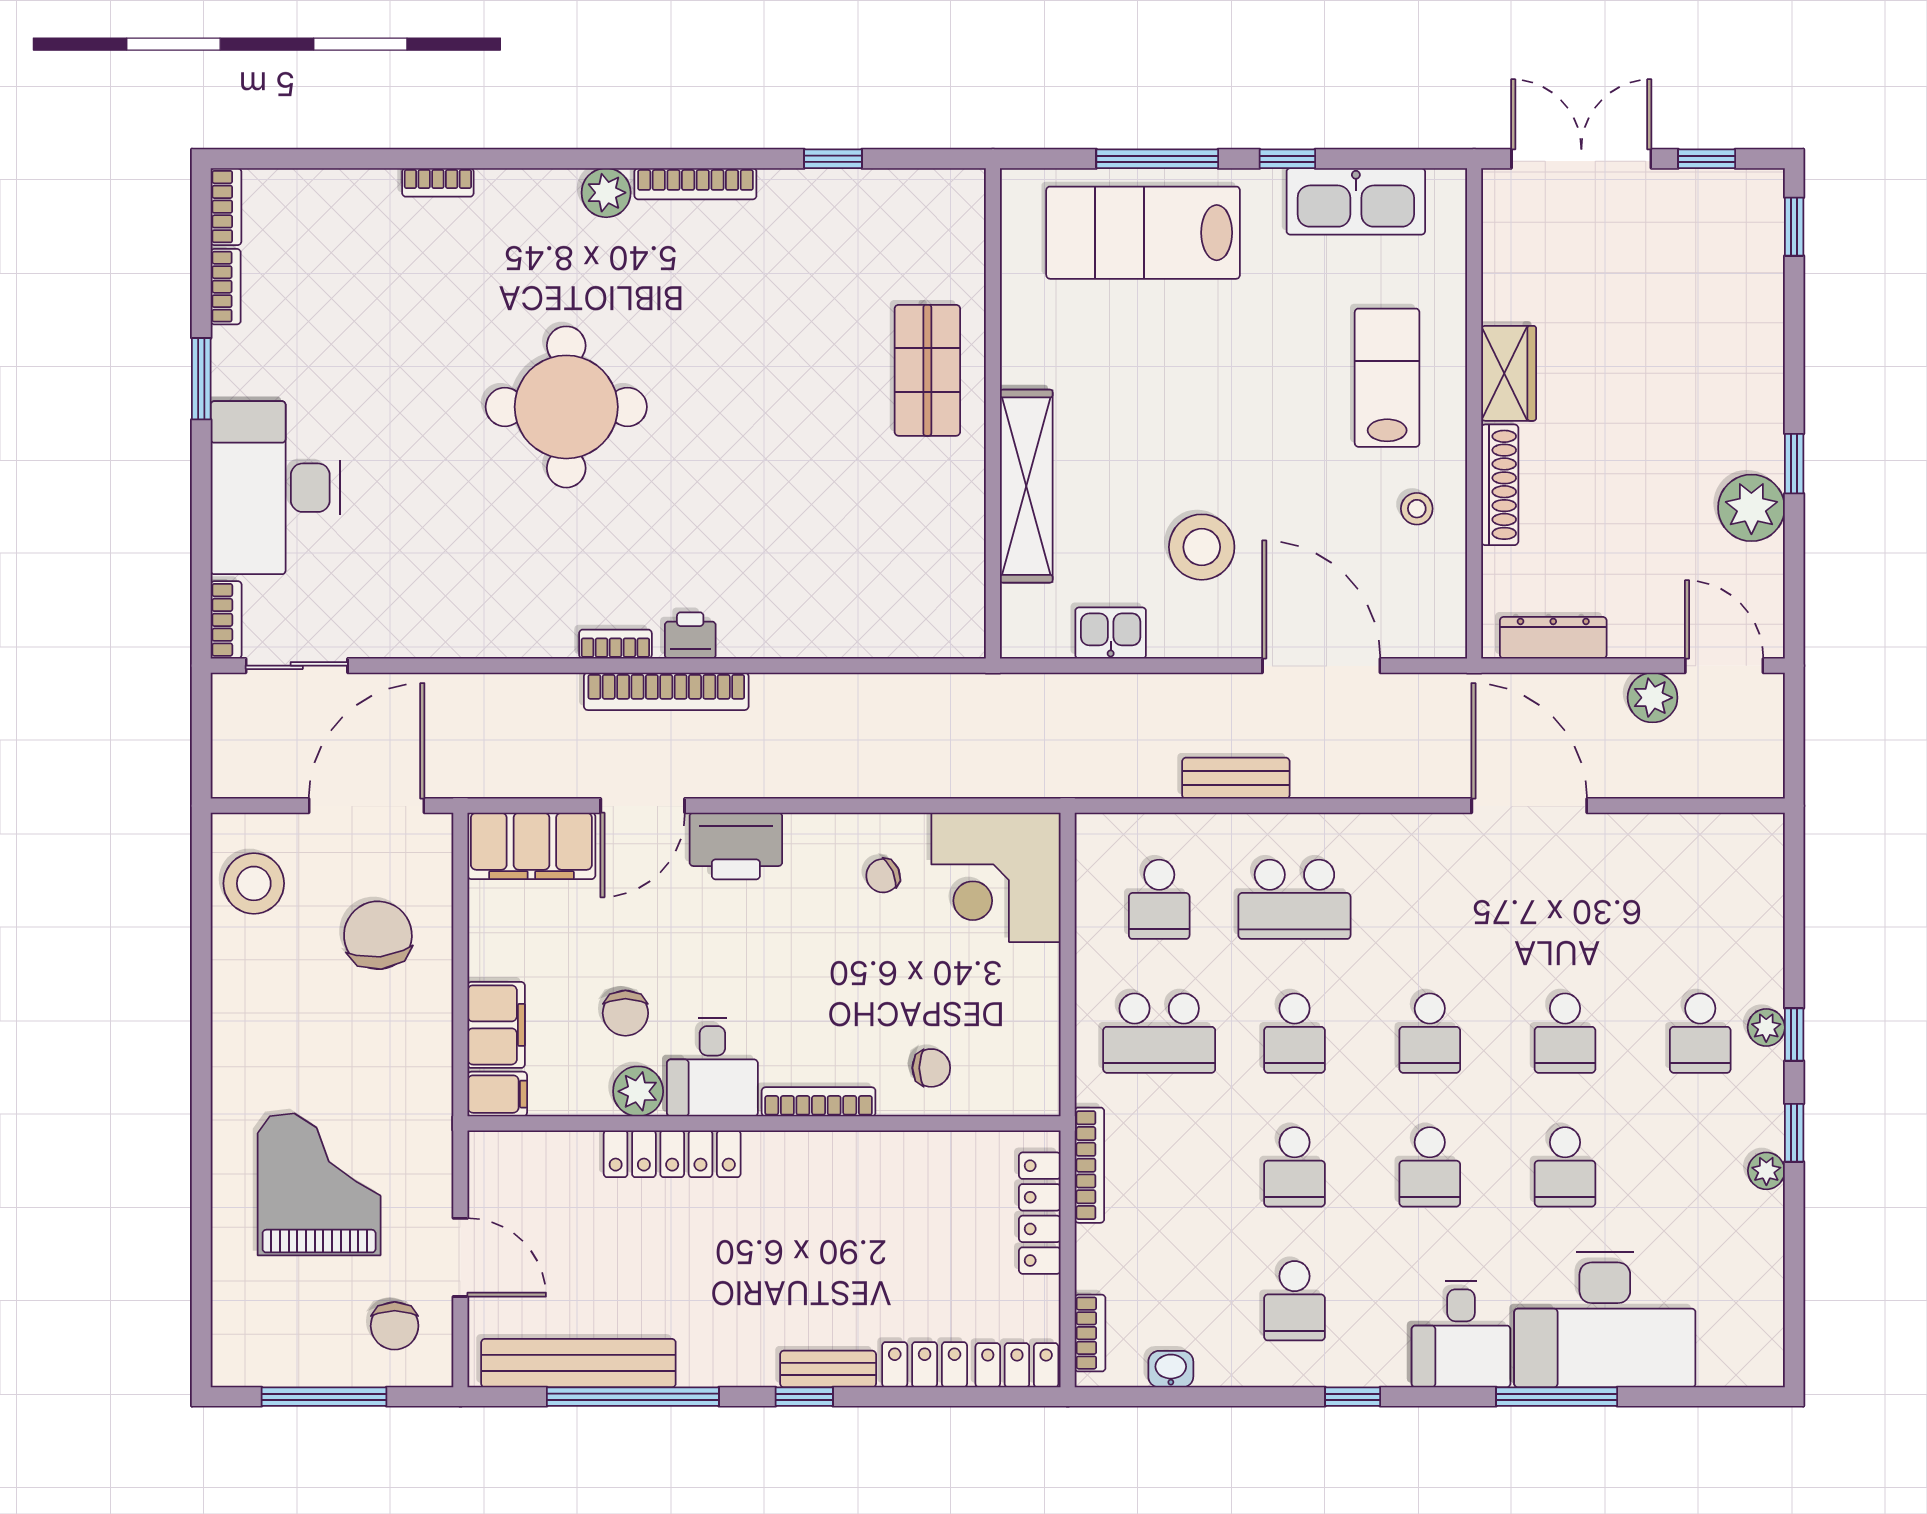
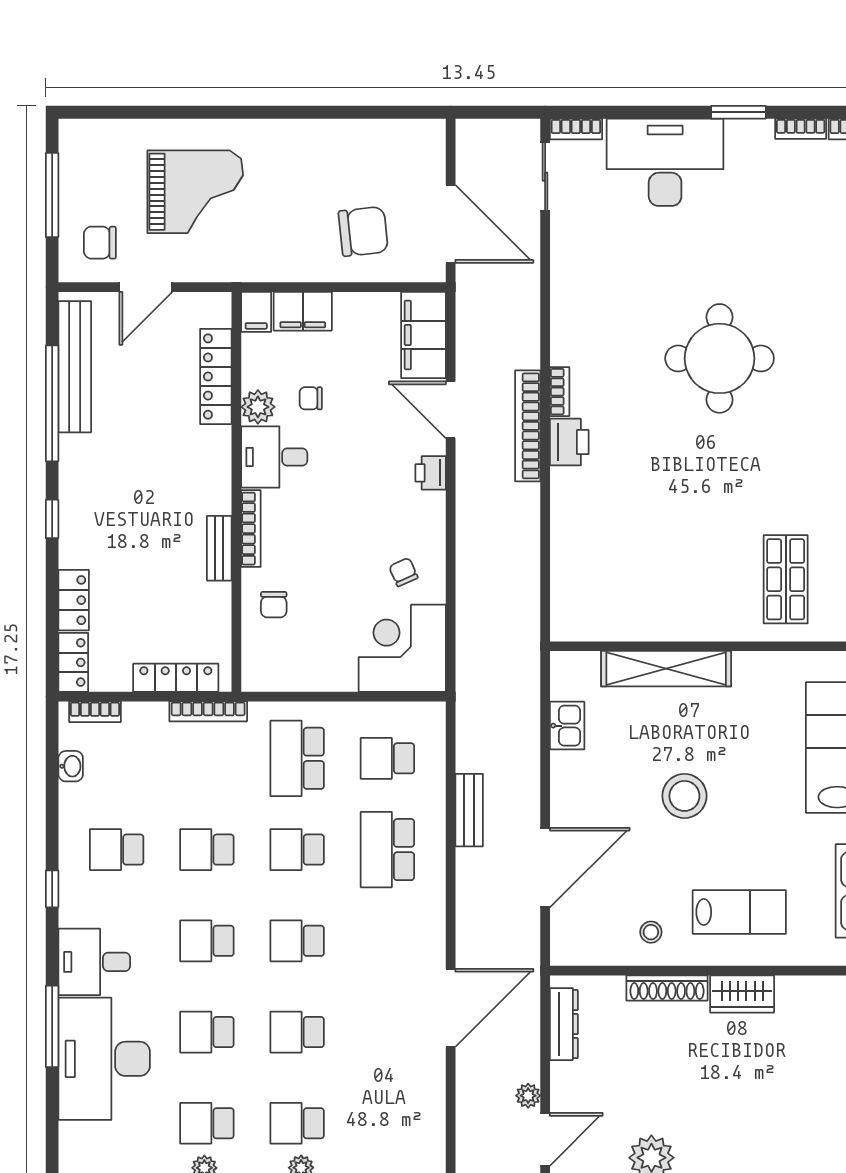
shop shelf: (927, 370) -> (786, 579), moved, turned 90
stool: (1202, 547) -> (684, 796), moved
printer: (690, 635) -> (569, 442), width x1.36, depth x1.24
plant: (1653, 698) -> (528, 1096), width x0.73, depth x0.73
printer: (736, 846) -> (431, 473), width x0.53, depth x0.68
stool: (254, 883) -> (398, 148), removed
chair: (625, 1013) -> (311, 398), width x0.73, depth x0.73
locker: (672, 1154) -> (216, 377), moved
school desk: (1700, 1167) -> (207, 1123), added
bench: (828, 1369) -> (219, 548), moved

